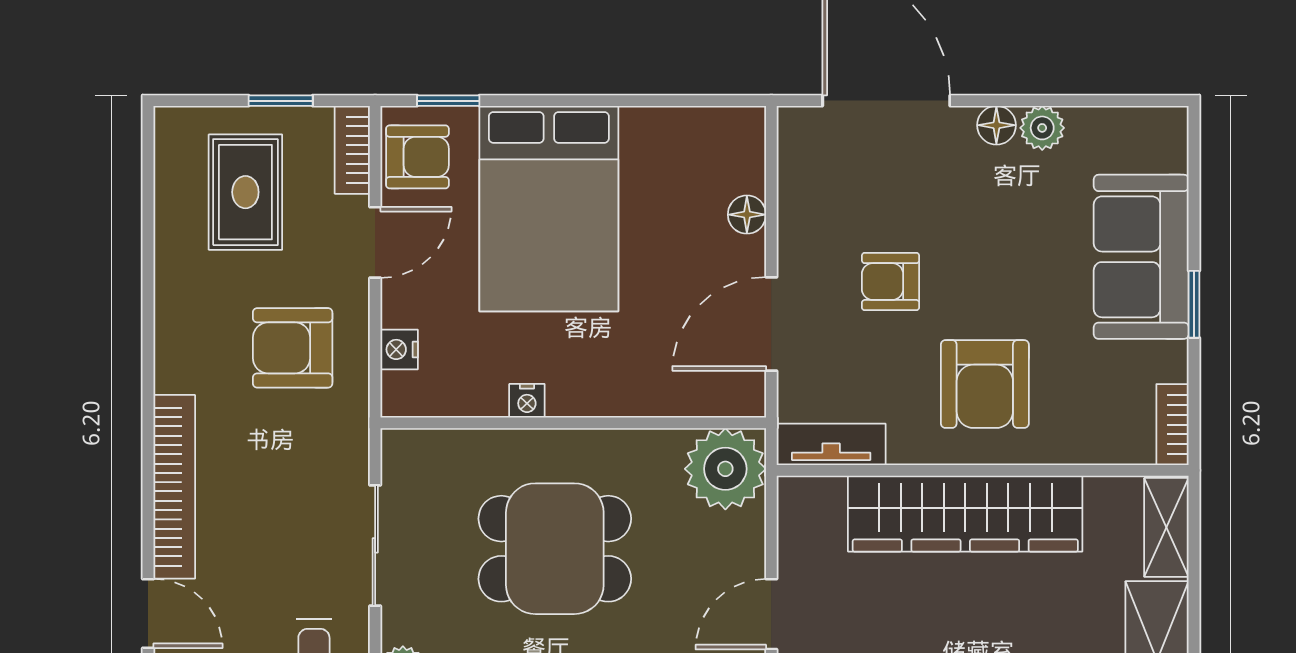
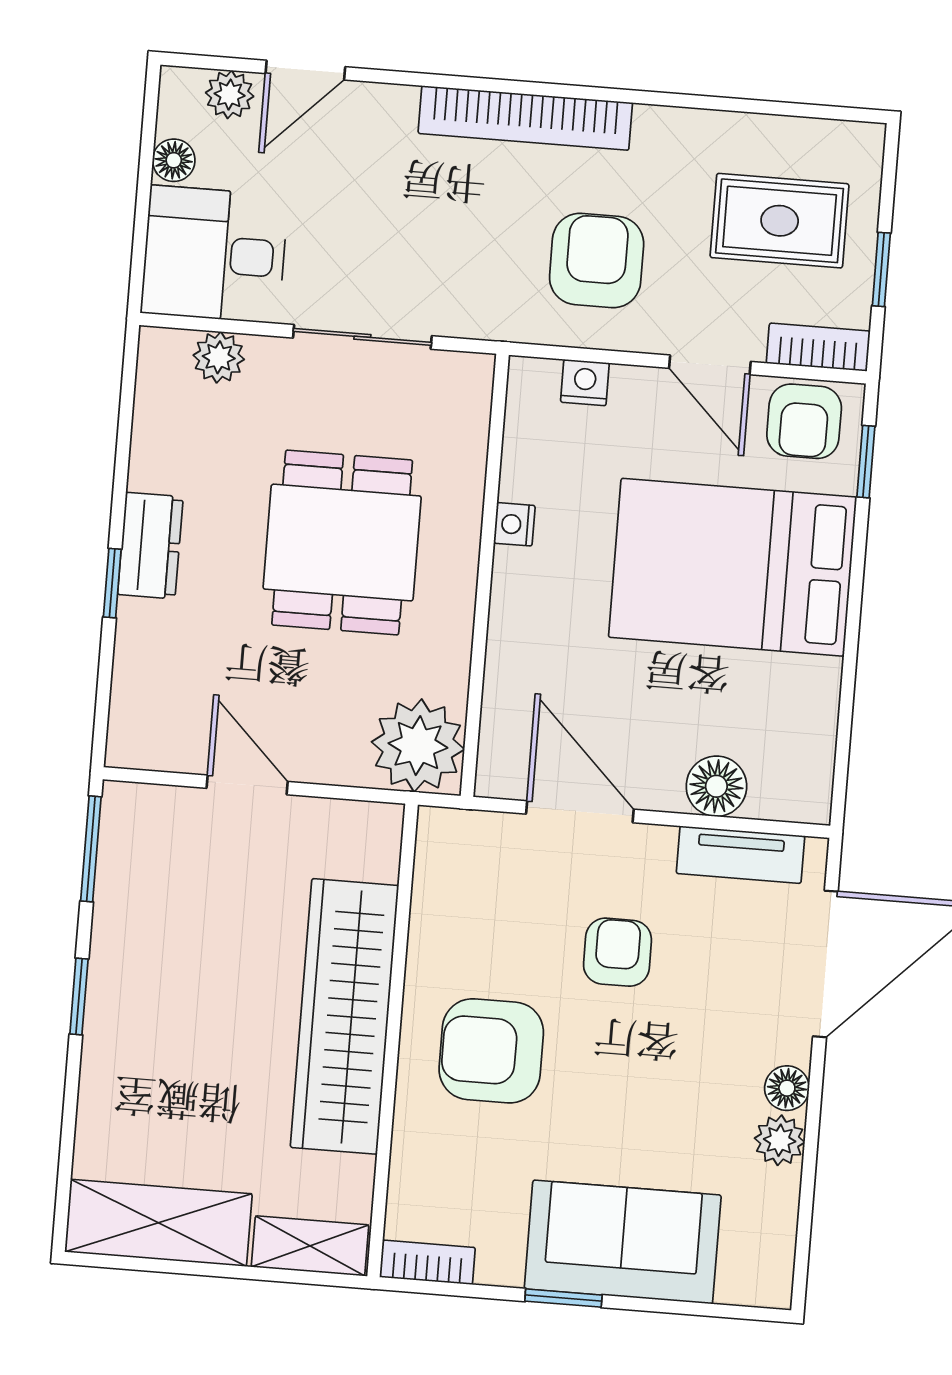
floor lamp: (747, 215) -> (716, 786), width x1.37, depth x1.37
tv unit: (831, 444) -> (741, 855), moved, turned 90
bookcase: (174, 487) -> (525, 118), moved

